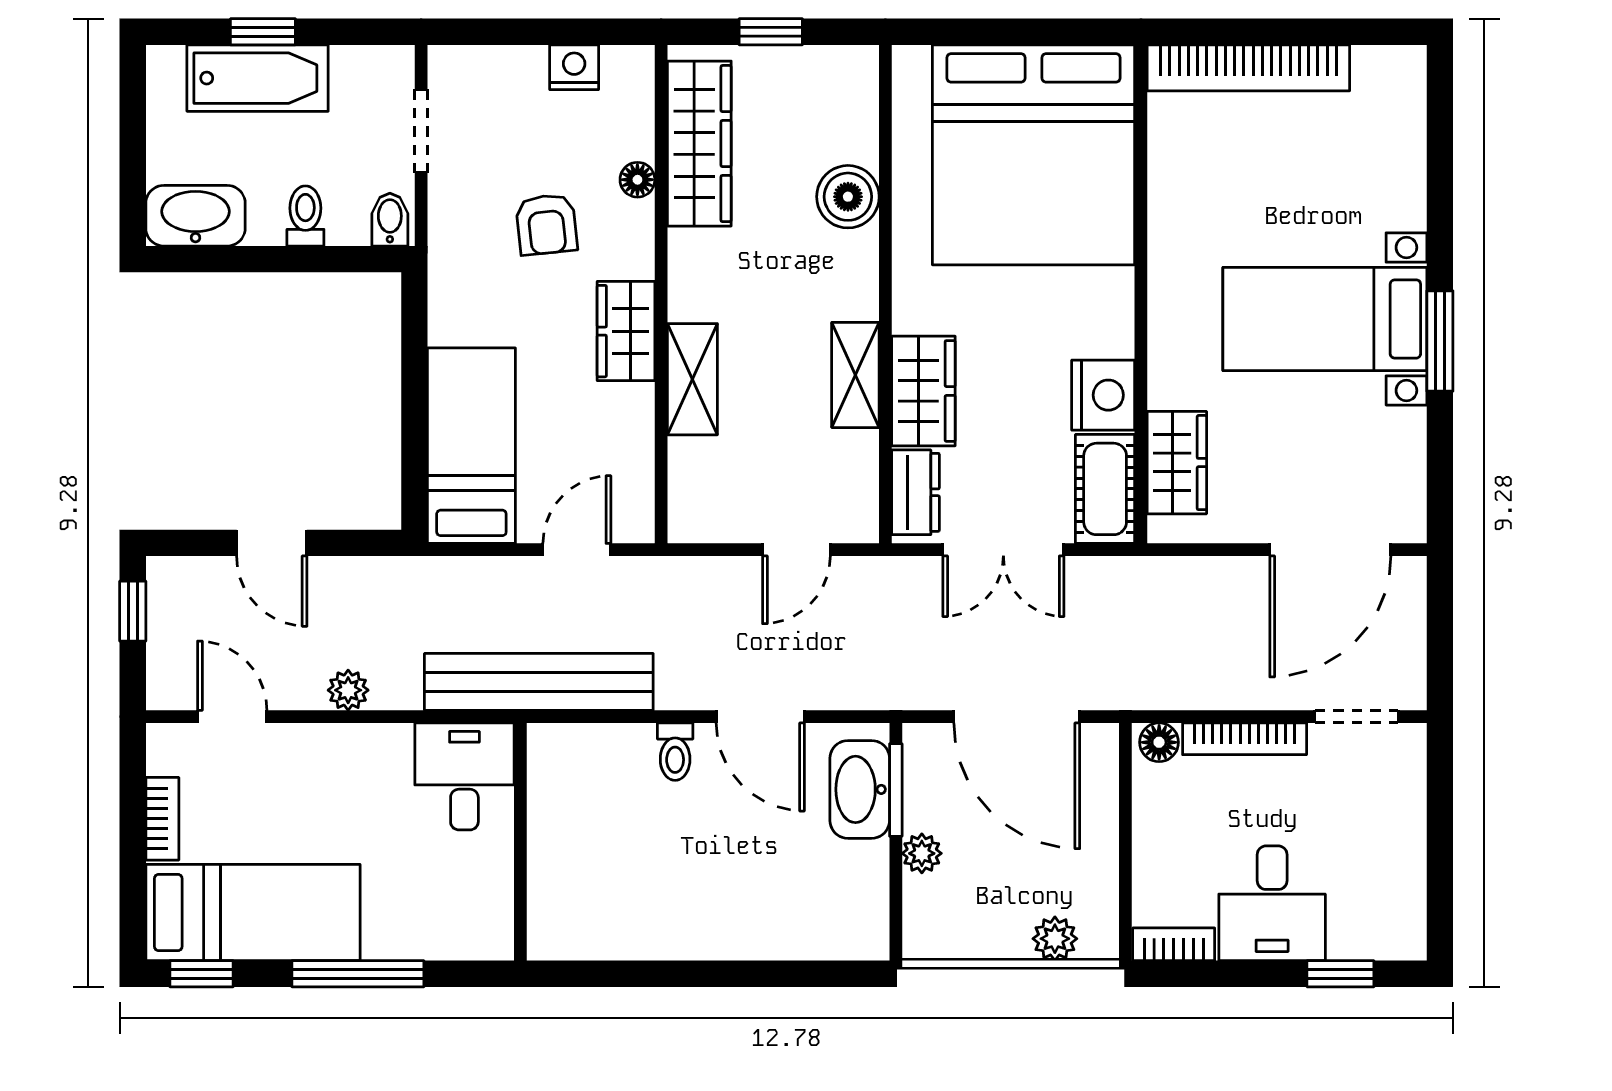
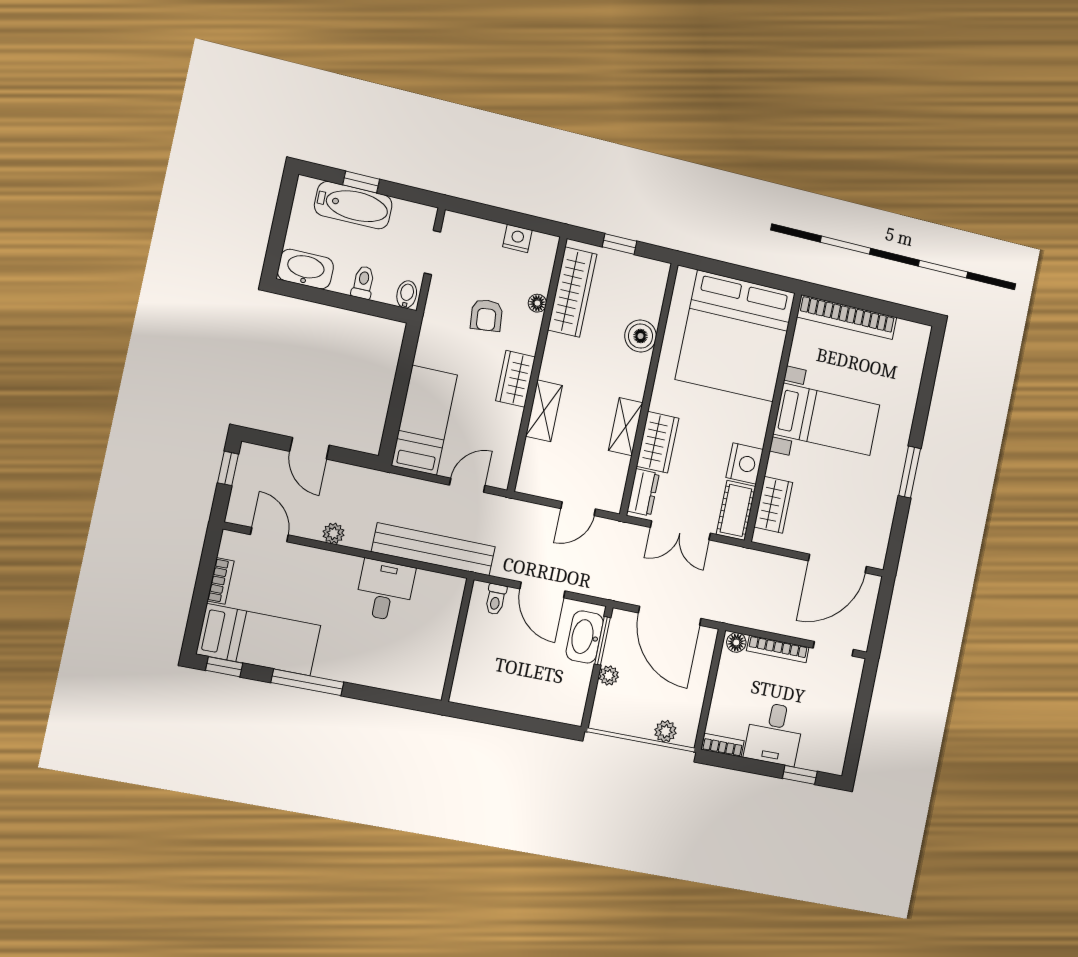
bed with nightstands: (1325, 319) -> (827, 419), moved, turned 180
wall: (520, 842) -> (458, 640), moved

